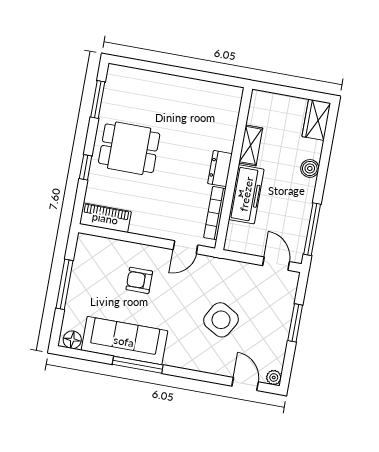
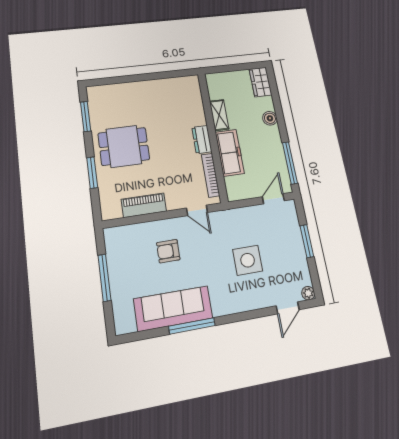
window: (86, 167) -> (92, 173), width x1.50
piano: (105, 218) -> (144, 205), moved
door: (185, 247) -> (197, 210), hinge flipped
door: (276, 264) -> (273, 199), hinge flipped
side table: (221, 320) -> (248, 260), turned -30
floor lamp: (72, 340) -> (127, 325), removed
door: (245, 384) -> (288, 308), swing flipped

